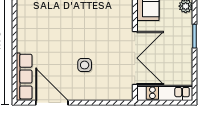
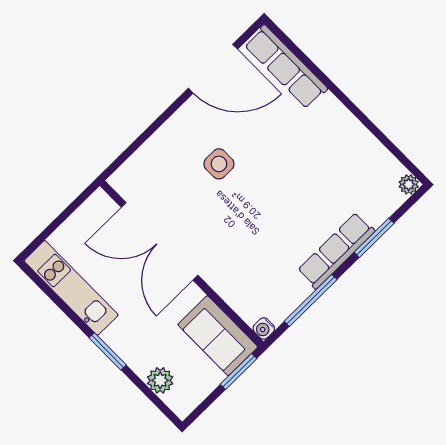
kitchen unit: (165, 93) -> (71, 288), moved, turned -90

